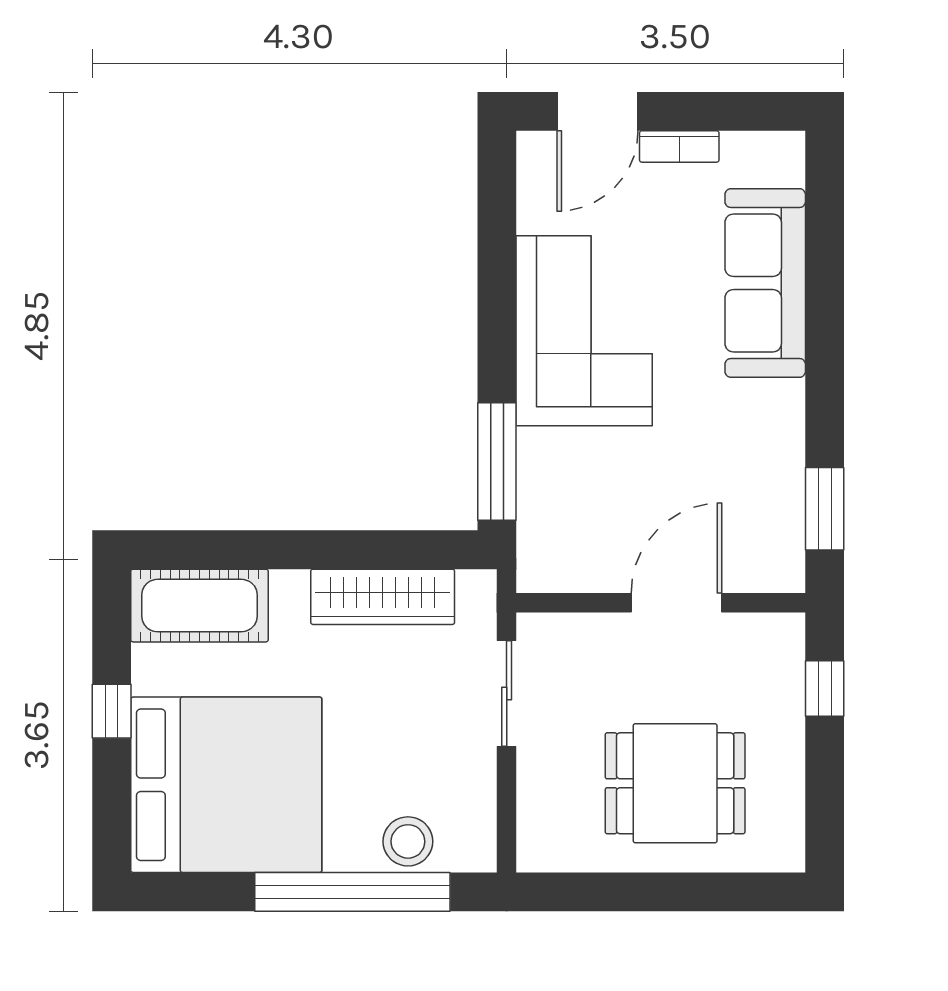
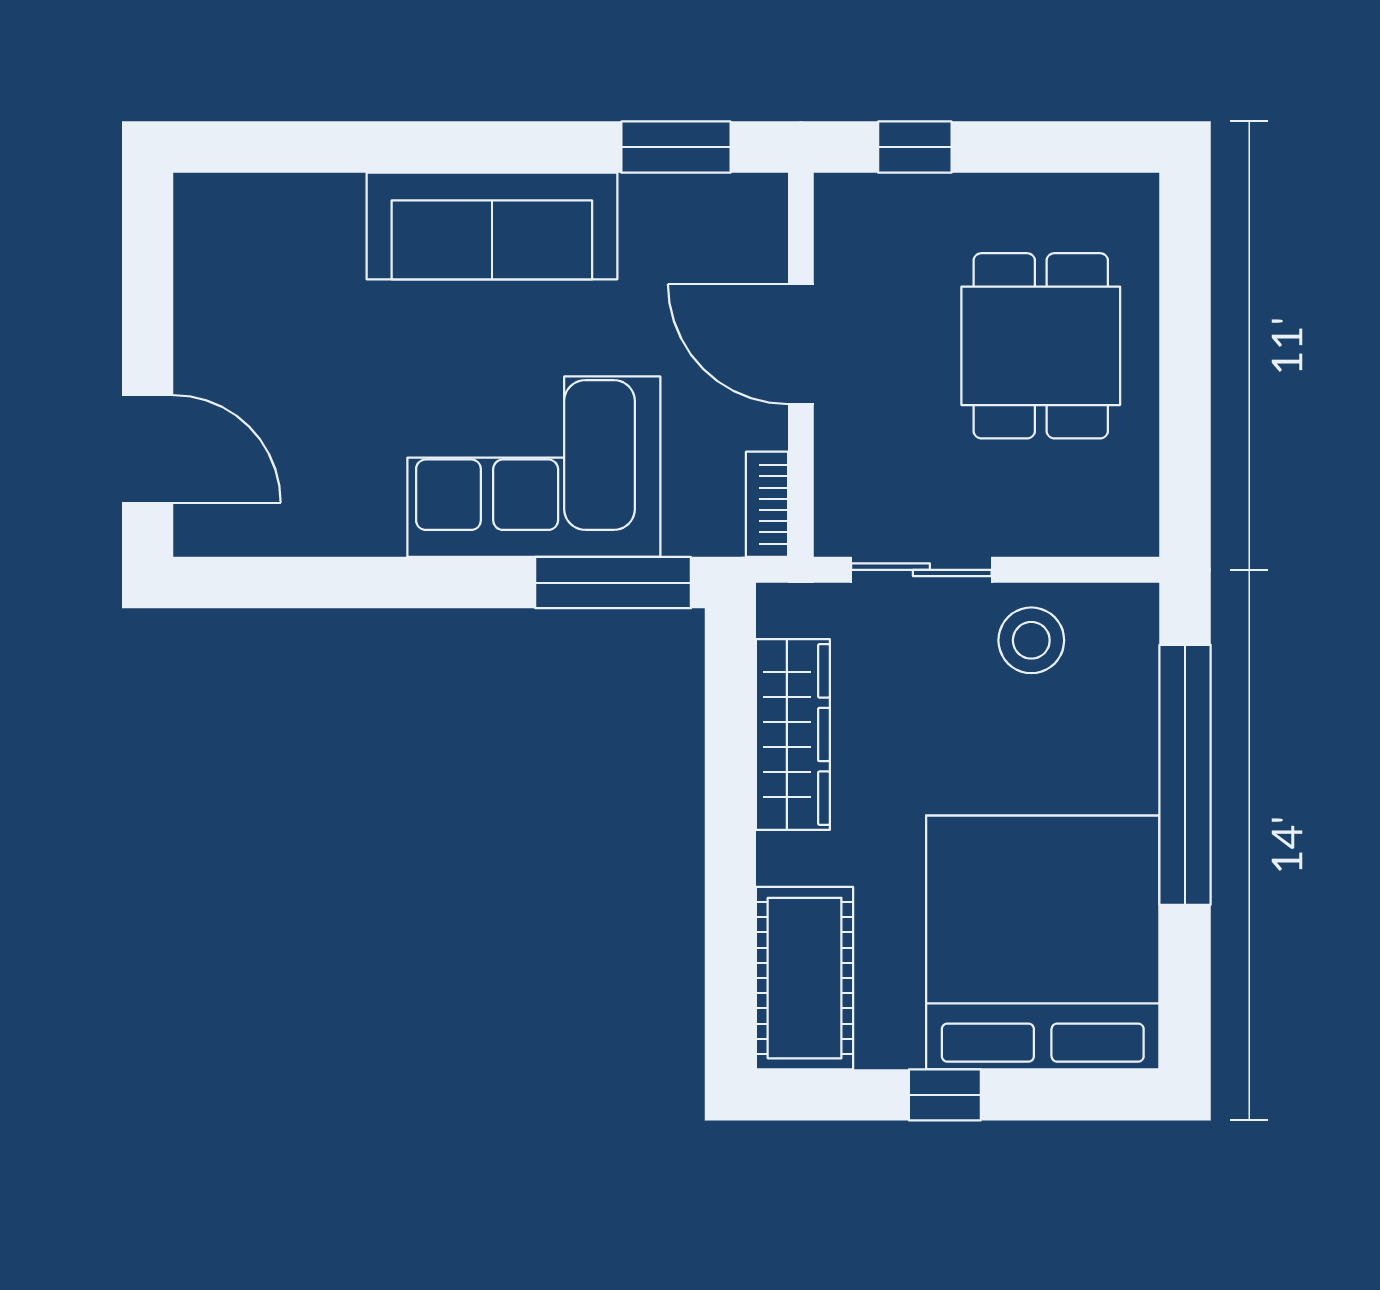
bookcase: (679, 146) -> (767, 504), moved, turned 180
sofa: (765, 283) -> (492, 226), moved
corner sofa: (584, 331) -> (534, 467), moved
stool: (408, 841) -> (1031, 640), moved

